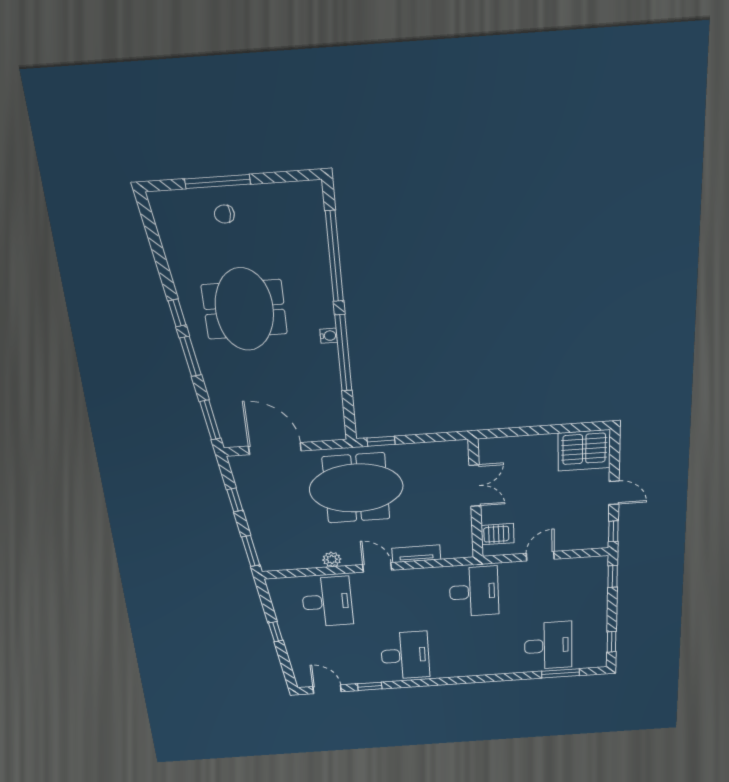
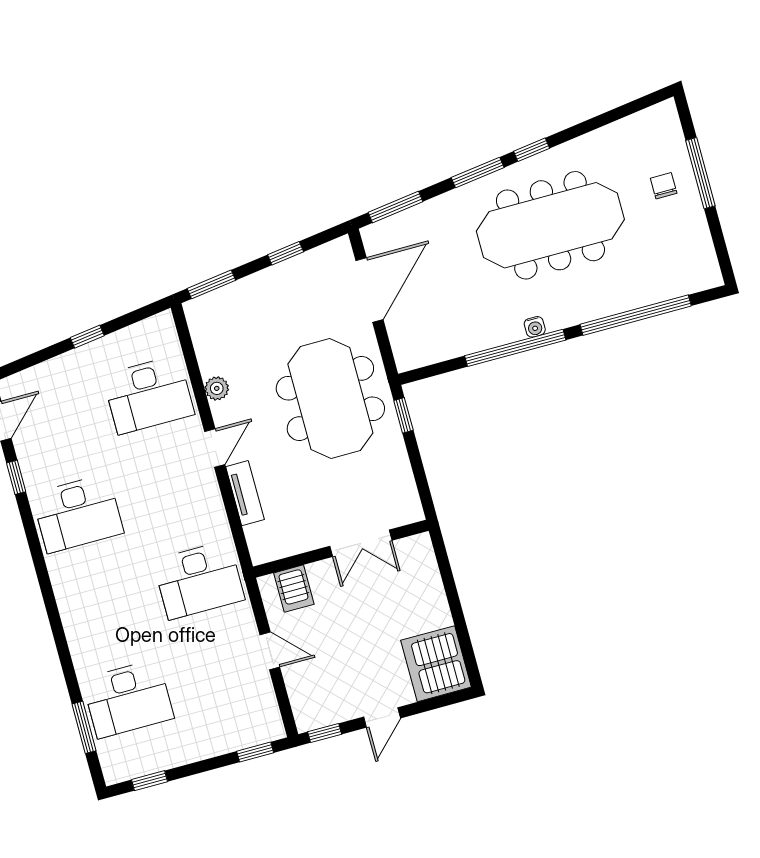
meeting table: (244, 309) -> (550, 225), width x1.36

